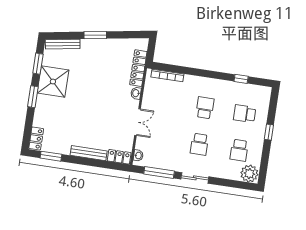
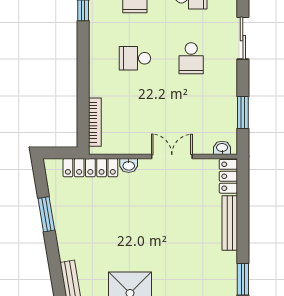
window: (95, 35) -> (46, 214), moved
school desk: (199, 144) -> (191, 58), turned 90
window: (159, 173) -> (243, 113), width x0.69
sliding door: (195, 178) -> (243, 38), moved

